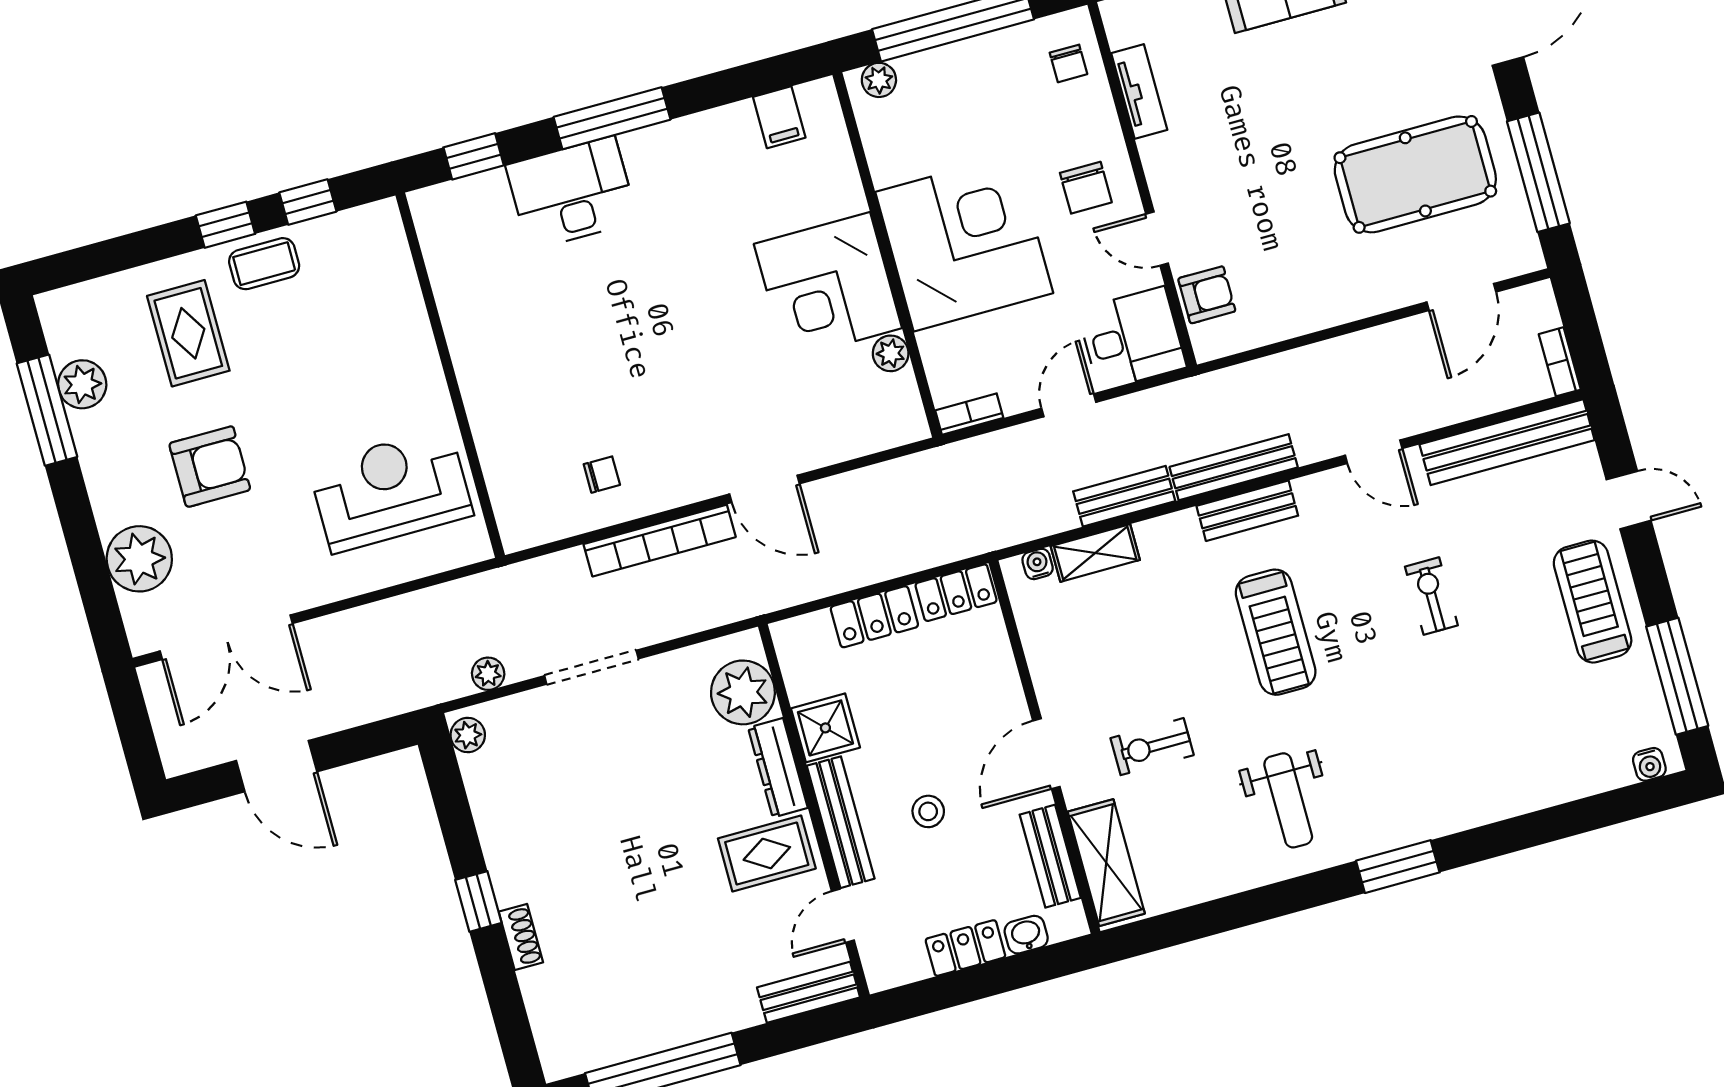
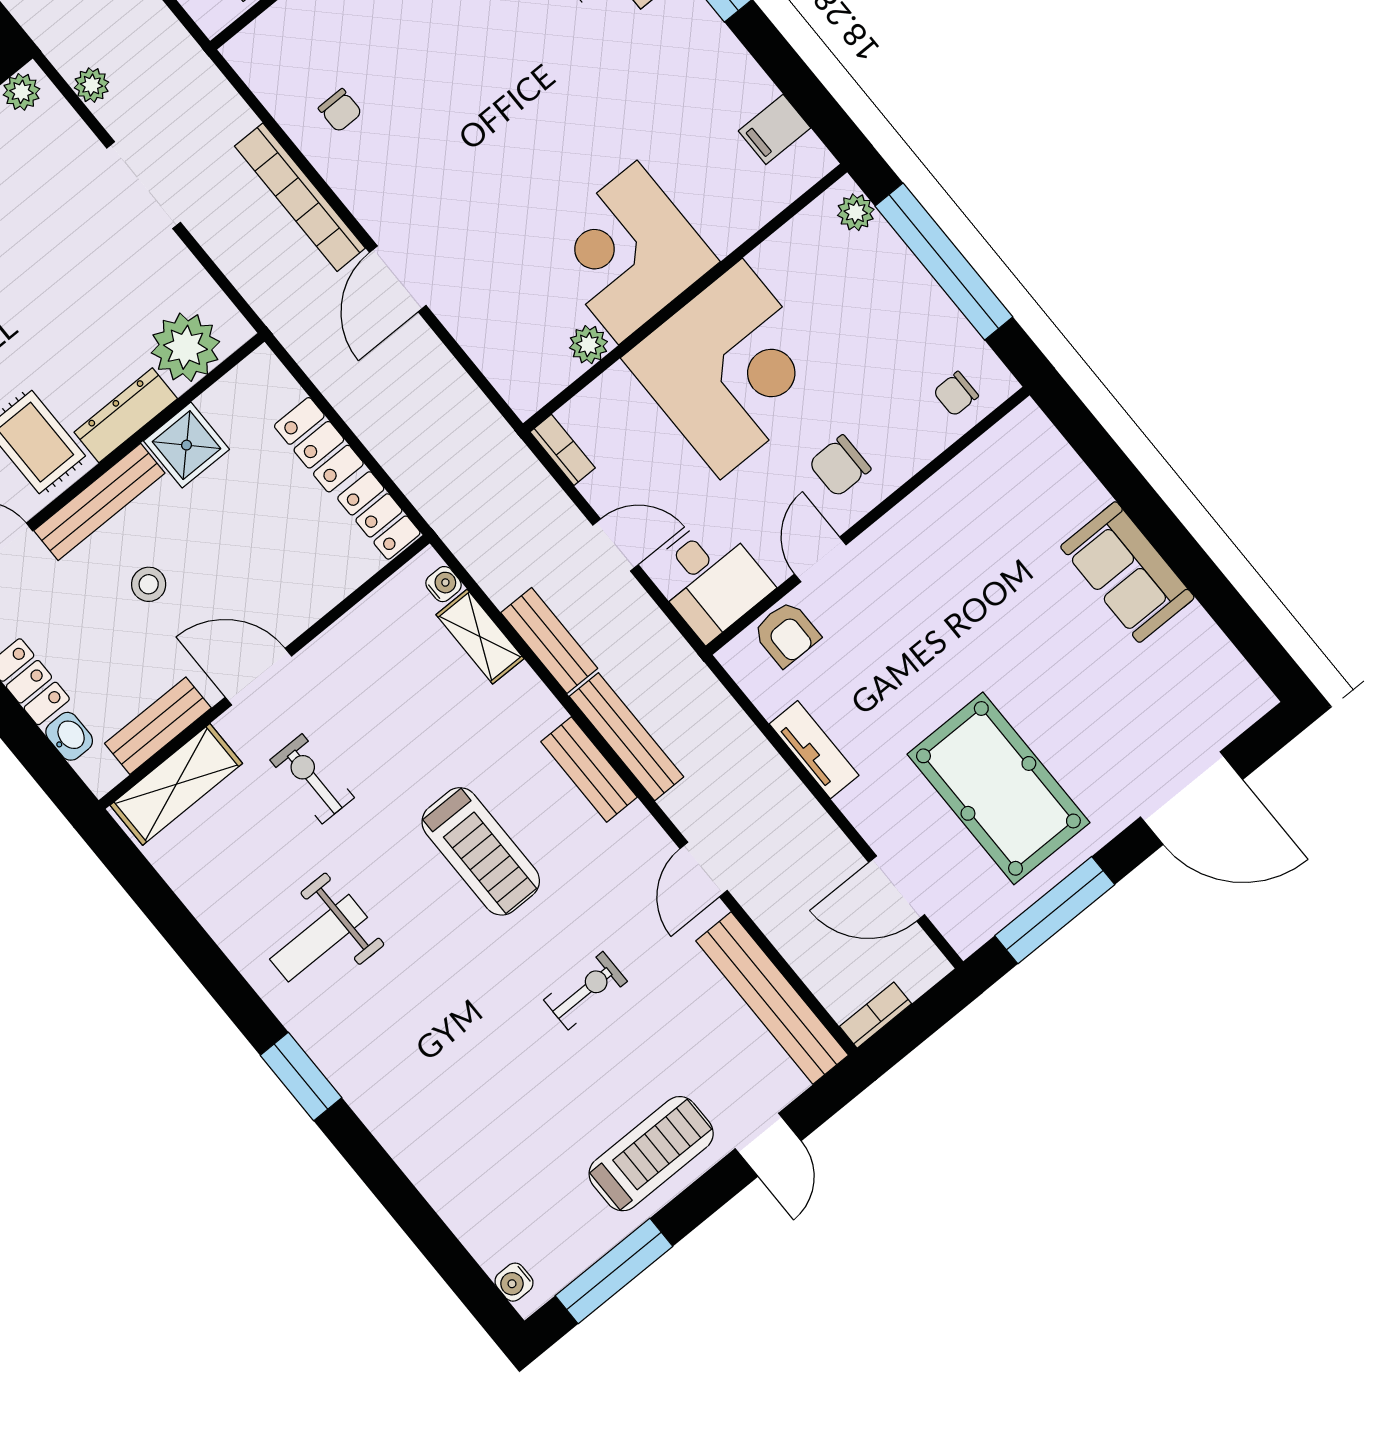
tv unit: (1139, 91) -> (814, 750), moved, turned -90
treadmill: (1276, 632) -> (481, 851), turned -90

